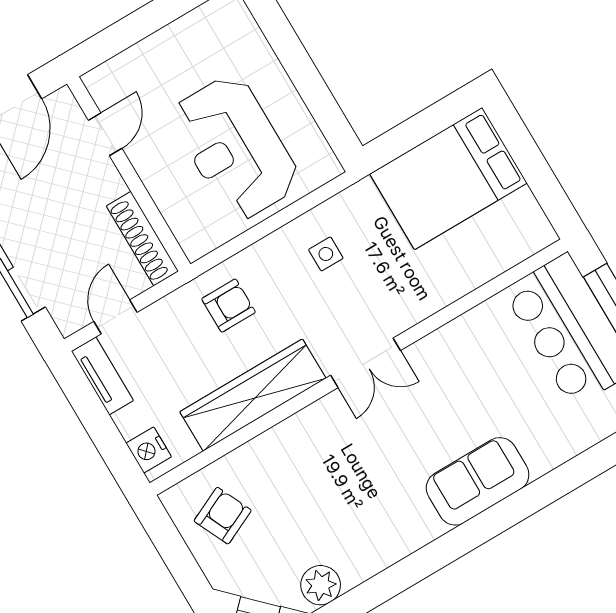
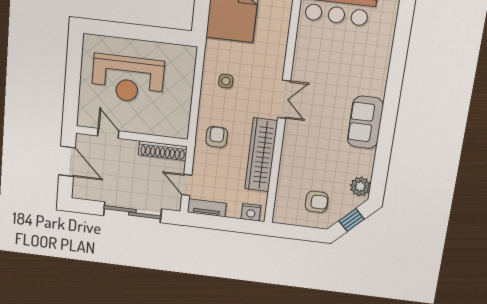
reception desk: (235, 148) -> (128, 79), moved
sofa: (478, 481) -> (365, 122), moved
armchair: (223, 516) -> (317, 202), moved, turned 115

